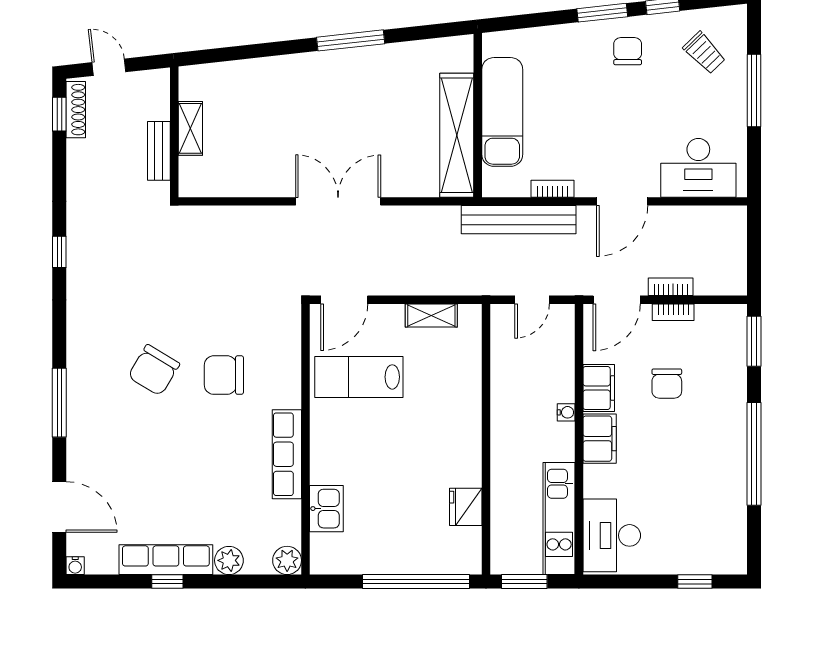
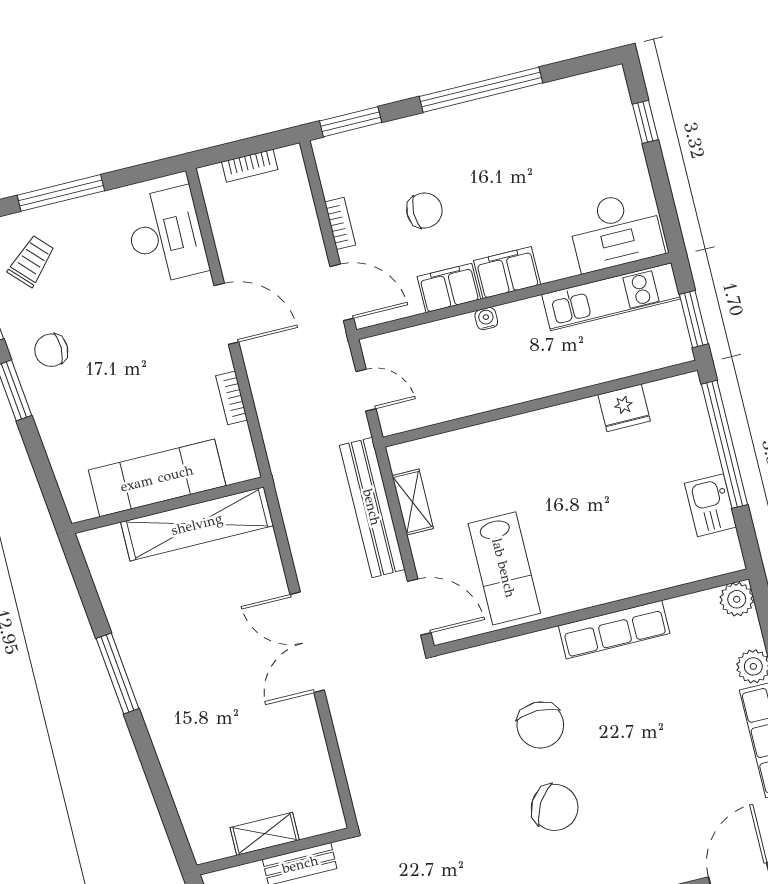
bench: (519, 220) -> (372, 507), moved
bookcase: (671, 287) -> (250, 166), moved, turned -90
kitchen sink: (326, 509) -> (710, 505), moved, turned -90

